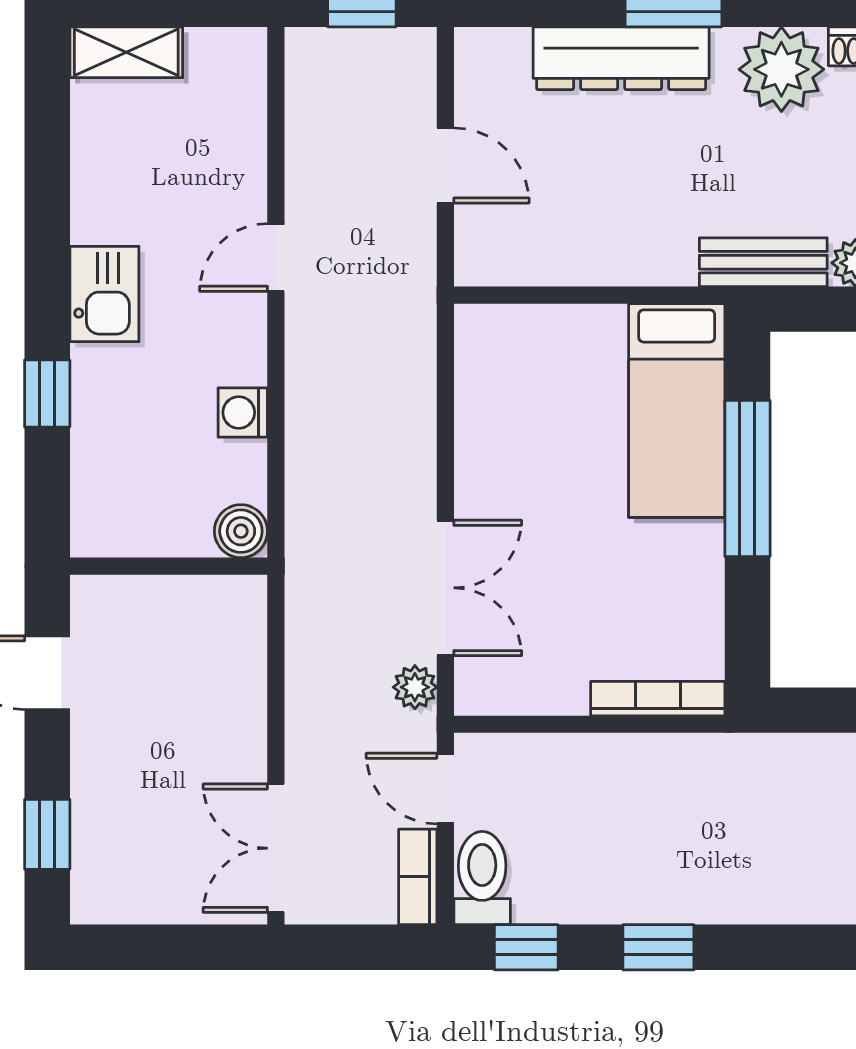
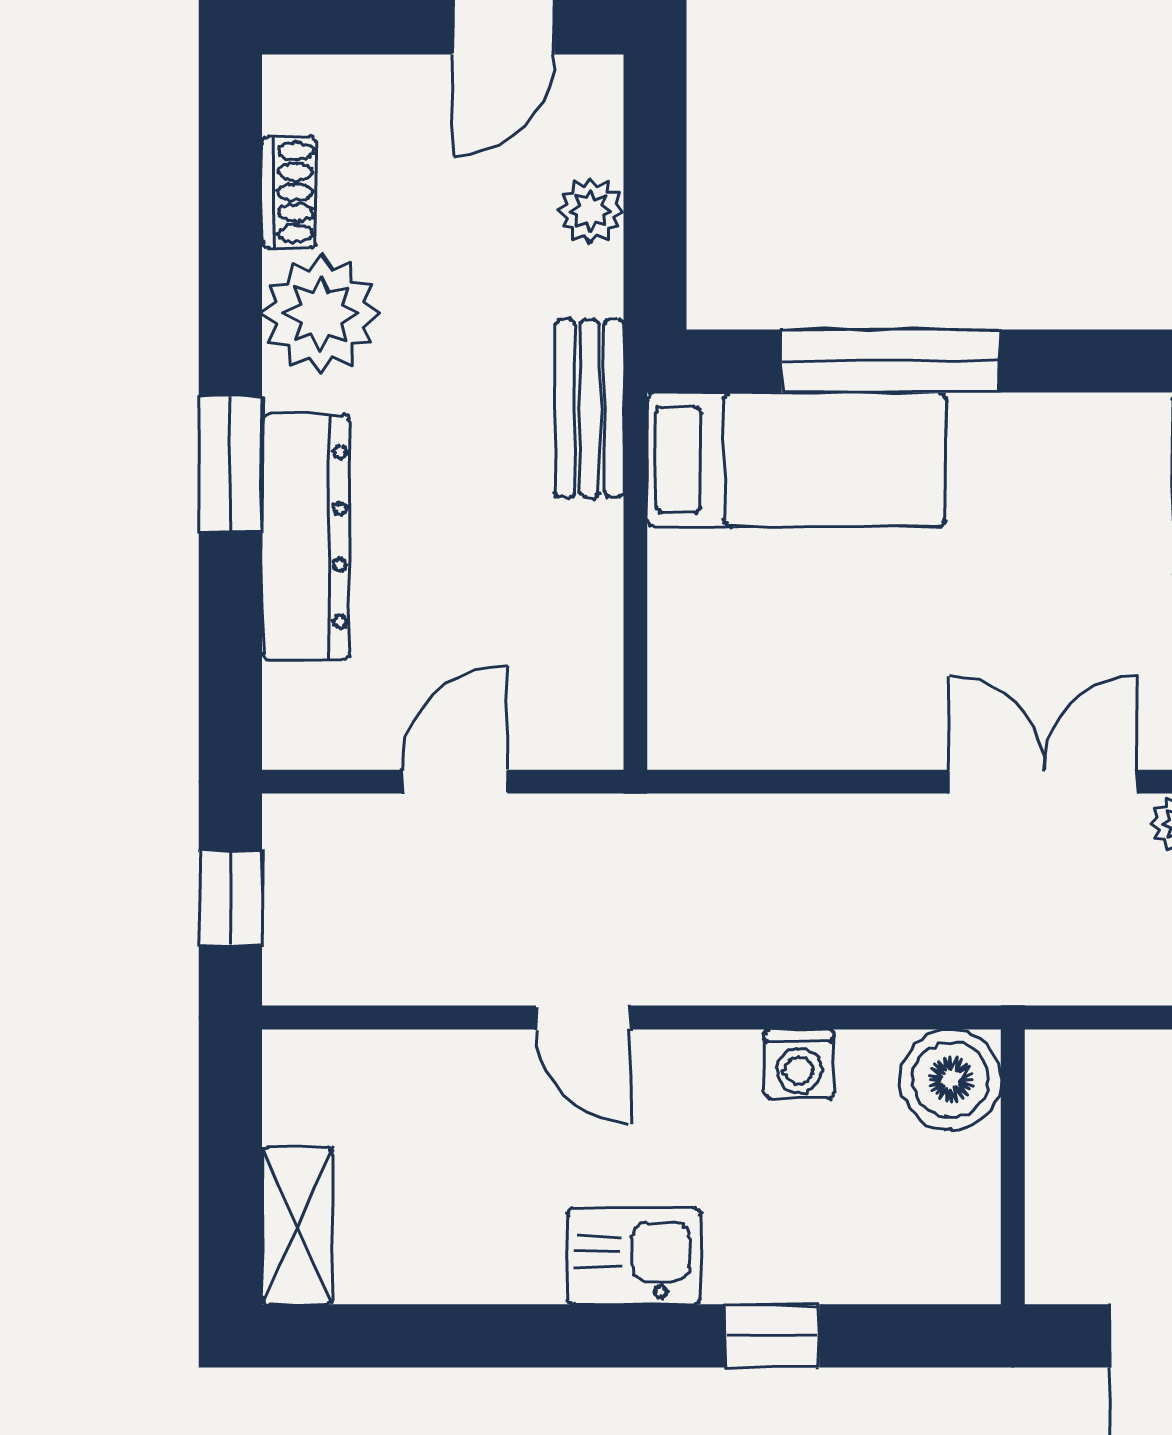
bench: (763, 262) -> (590, 408), moved
boiler: (241, 531) -> (951, 1080), width x1.36, depth x1.36

